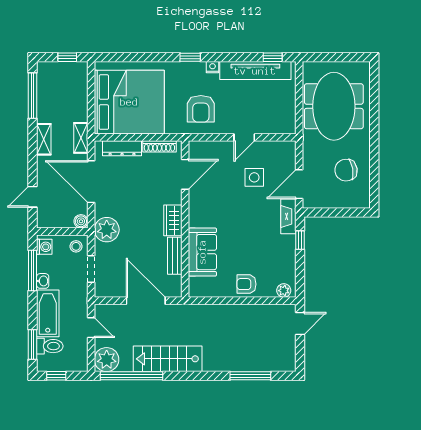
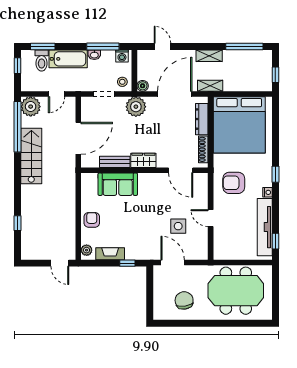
fireplace: (288, 216) -> (110, 254), moved
window: (250, 376) -> (17, 223), width x0.46

